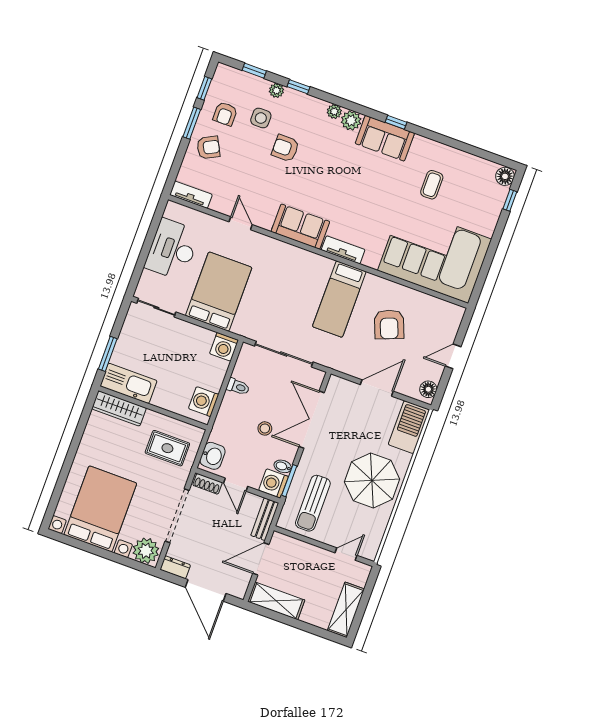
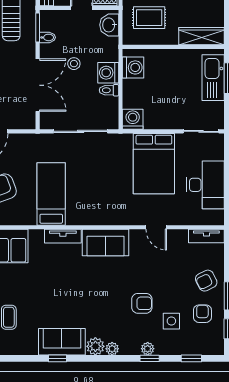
plant: (276, 90) -> (148, 349), moved
kitchen sink: (129, 383) -> (213, 78), moved, turned 90
washing machine: (274, 483) -> (108, 73), moved, turned 180

